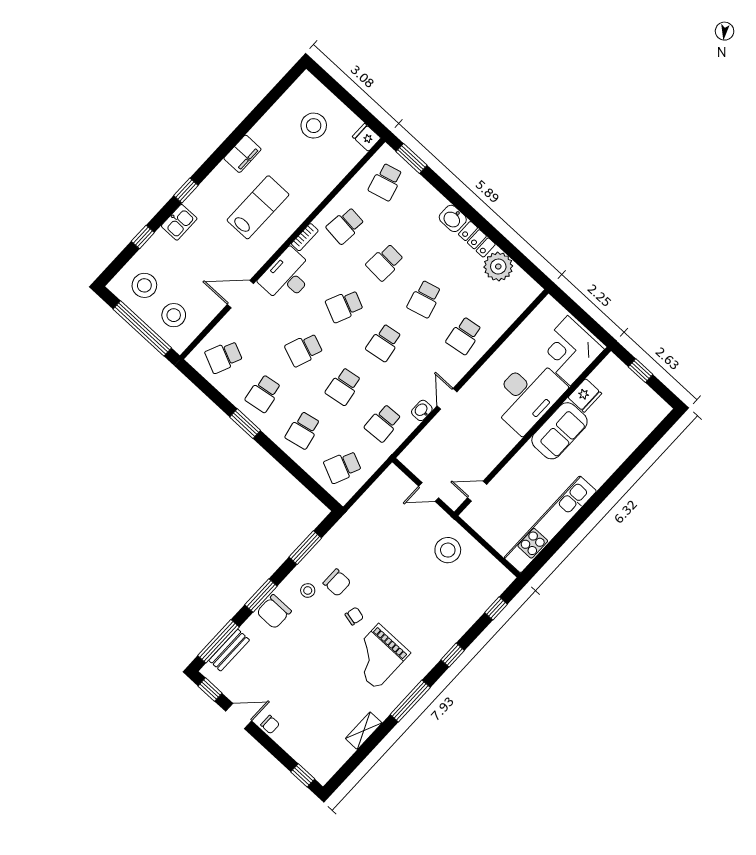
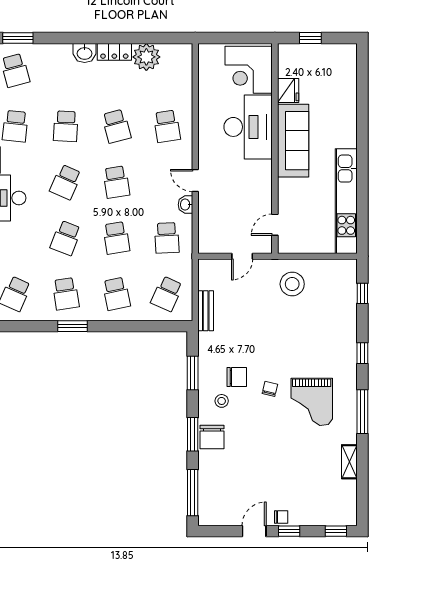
sofa: (559, 431) -> (293, 141), width x1.36
bench: (229, 650) -> (206, 311), moved
window: (210, 690) -> (289, 531), moved

